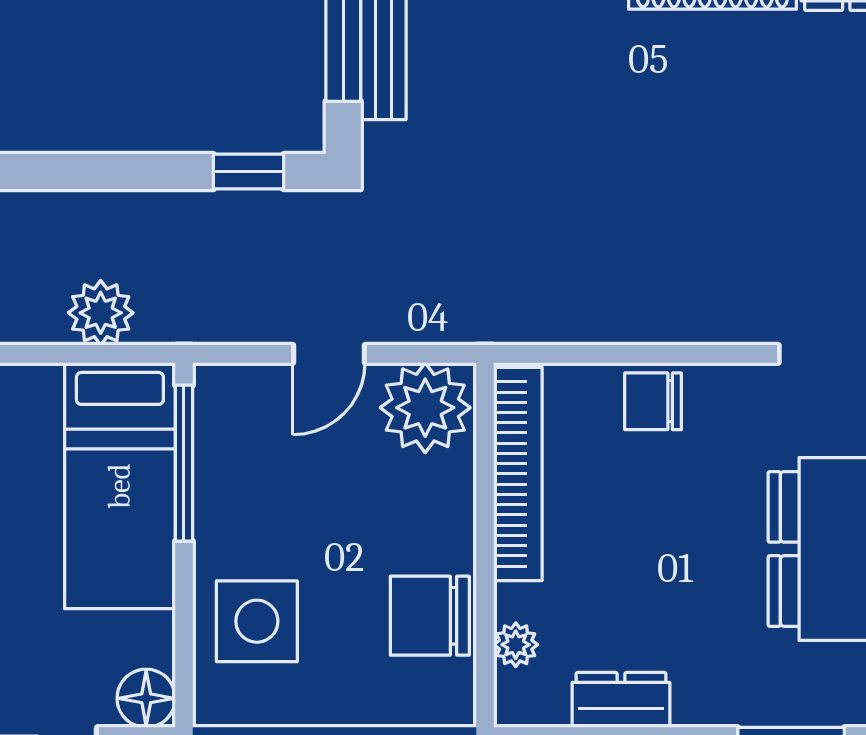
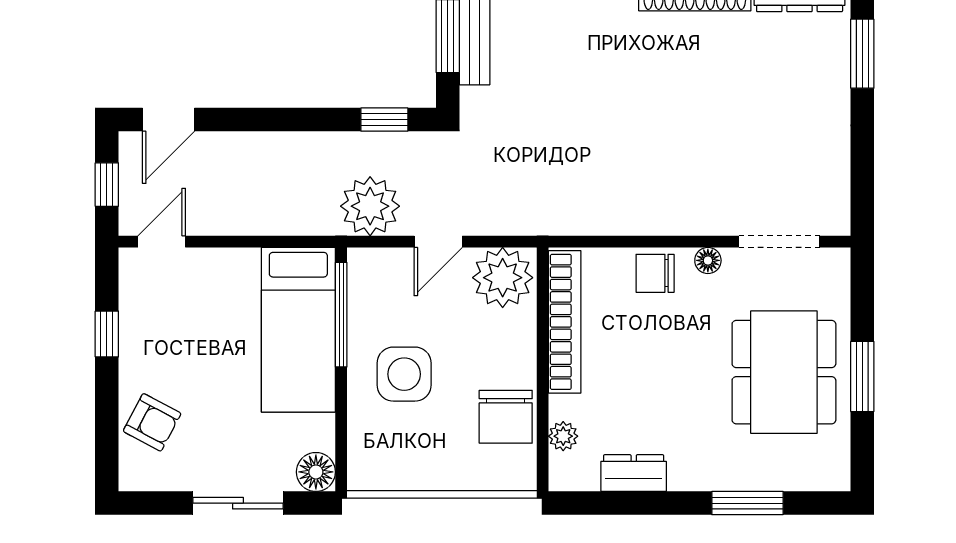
plant: (101, 313) -> (370, 206), moved, width x1.36, depth x1.36
floor lamp: (732, 382) -> (708, 260), added
chair: (430, 616) -> (506, 417), turned -90
side table: (257, 621) -> (404, 374), moved

